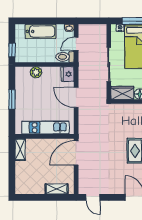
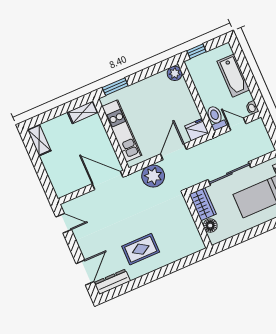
plant: (36, 72) -> (175, 73), moved
window: (12, 99) -> (115, 87), moved
plant: (87, 119) -> (153, 176), added
shelving: (57, 189) -> (39, 140), moved
door: (93, 197) -> (64, 223), swing flipped

